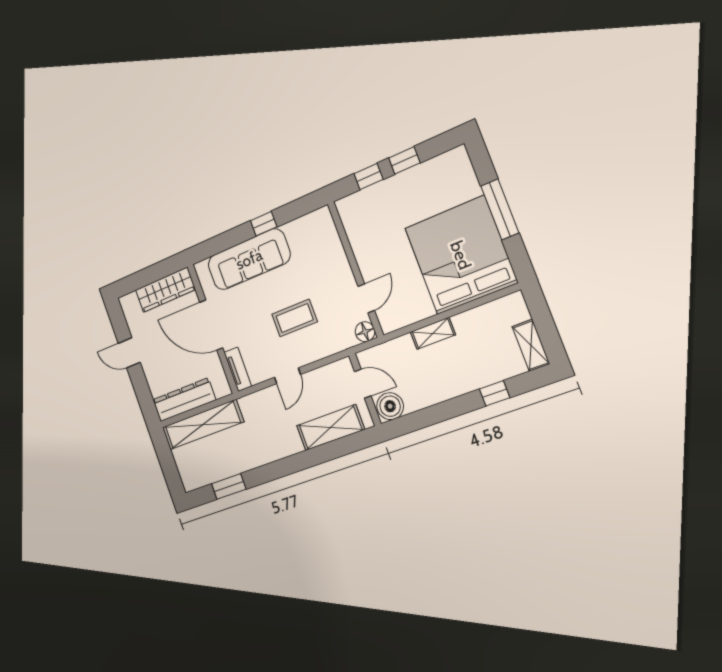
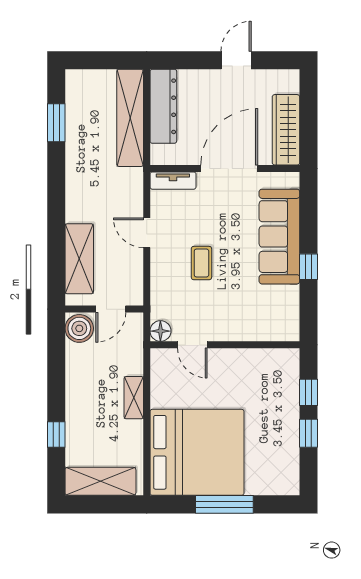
coffee table: (295, 318) -> (201, 263), width x0.73, depth x0.77
shelving: (531, 345) -> (100, 481), width x1.50, depth x1.33

